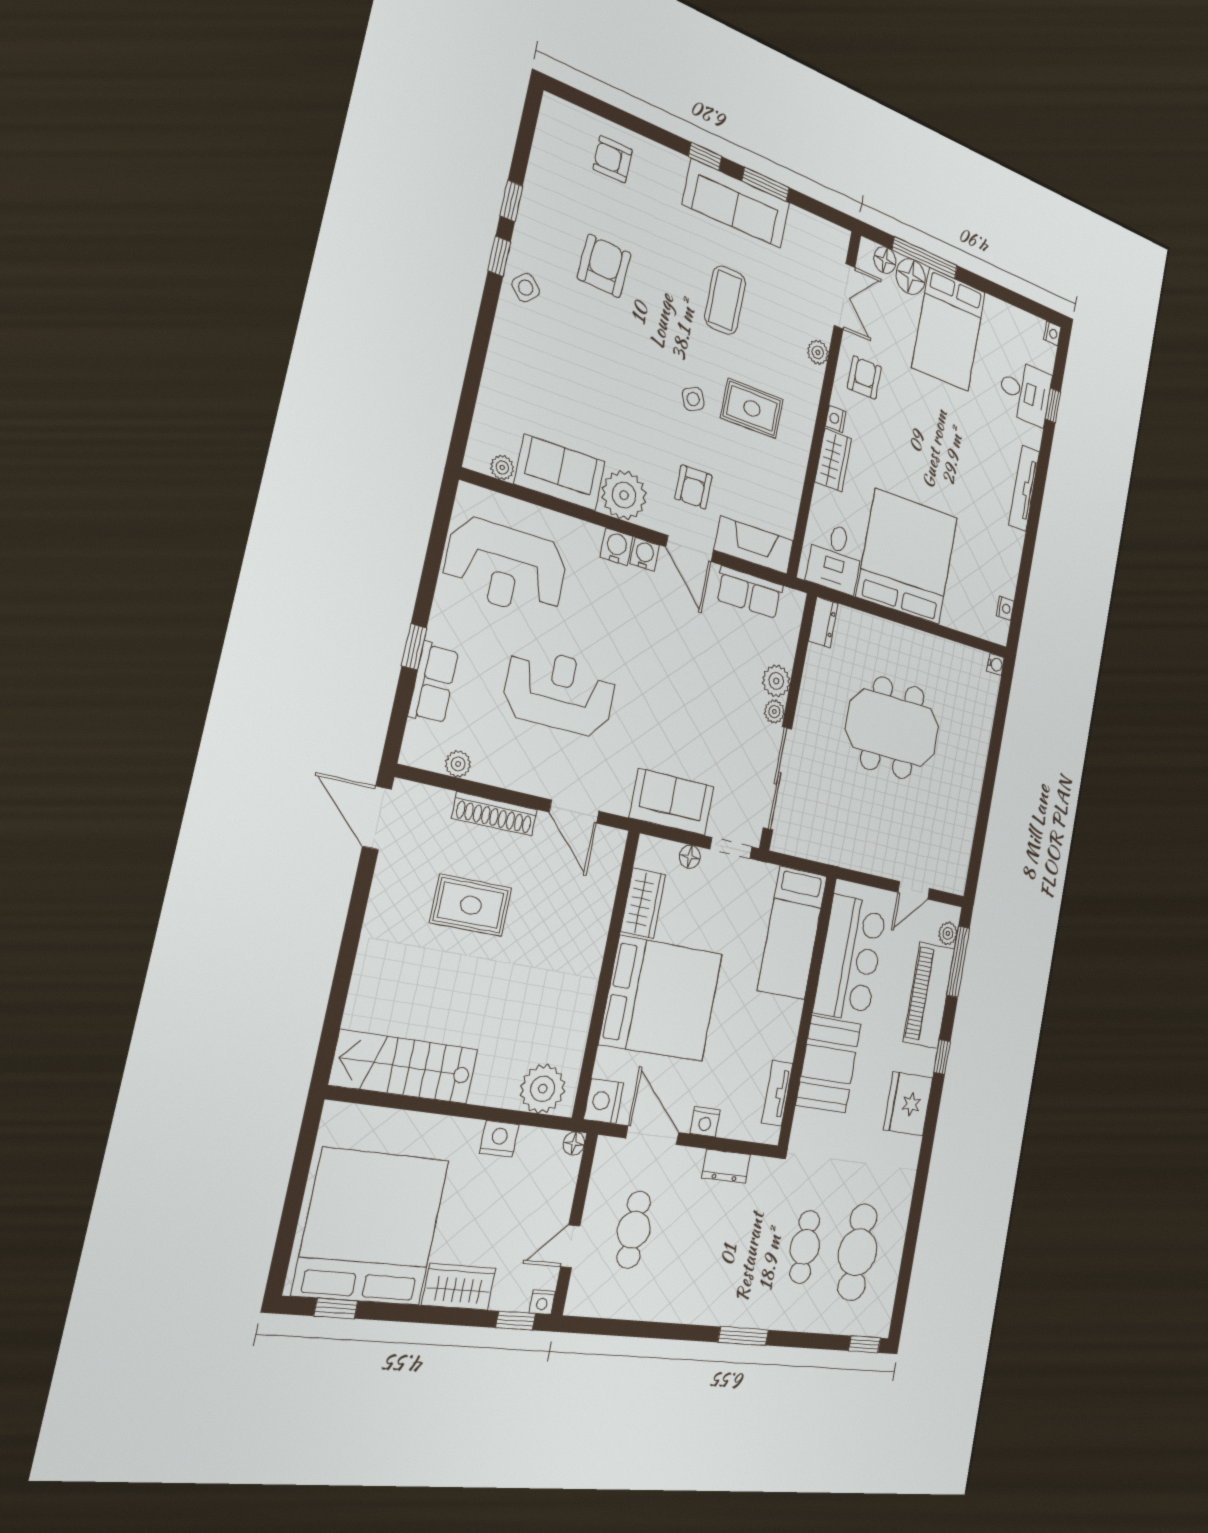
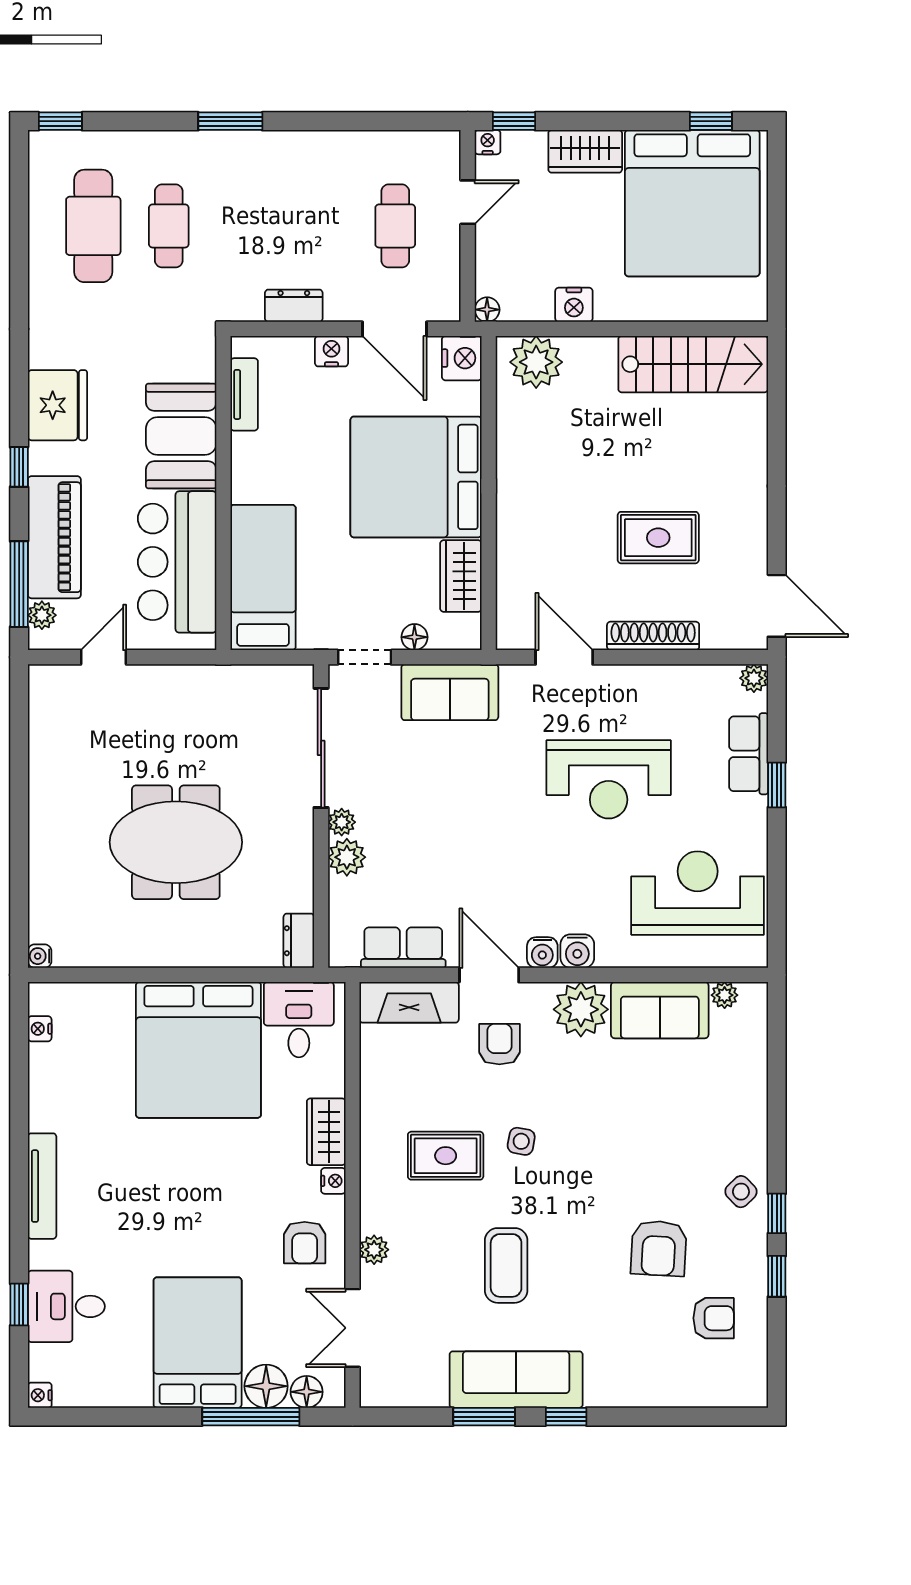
armchair: (613, 159) -> (714, 1318), moved
side table: (693, 399) -> (521, 1141), turned 34
plant: (458, 764) -> (754, 678), moved

